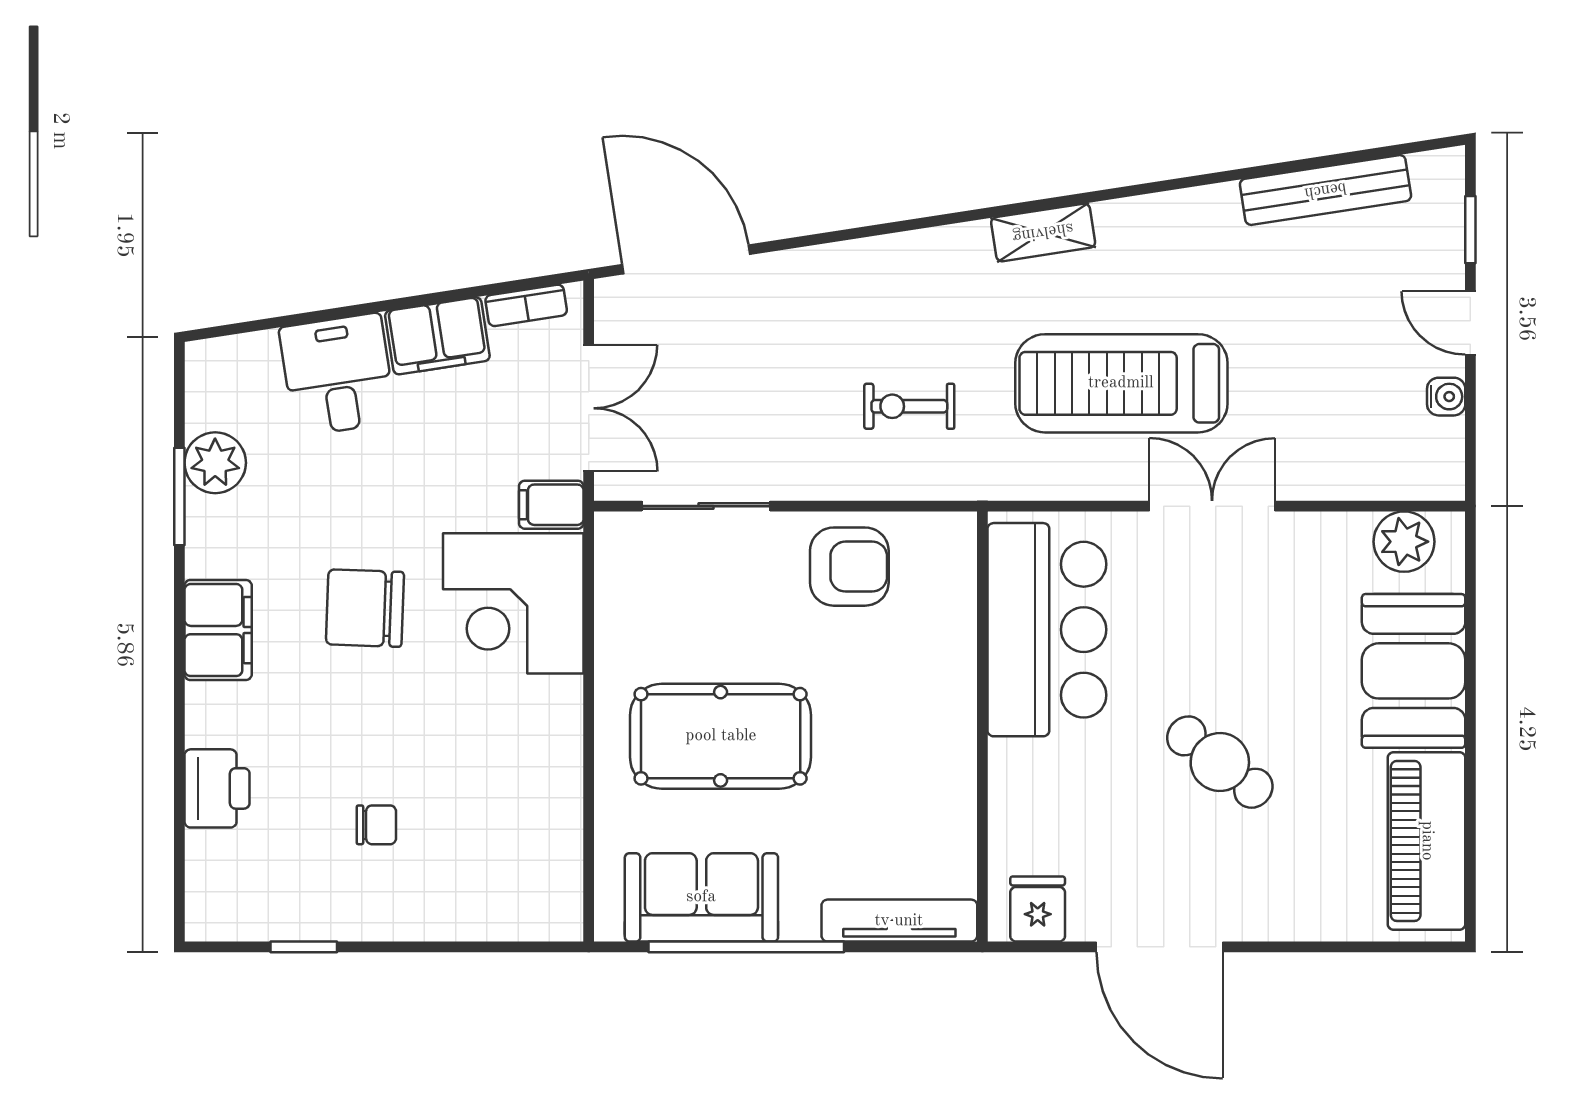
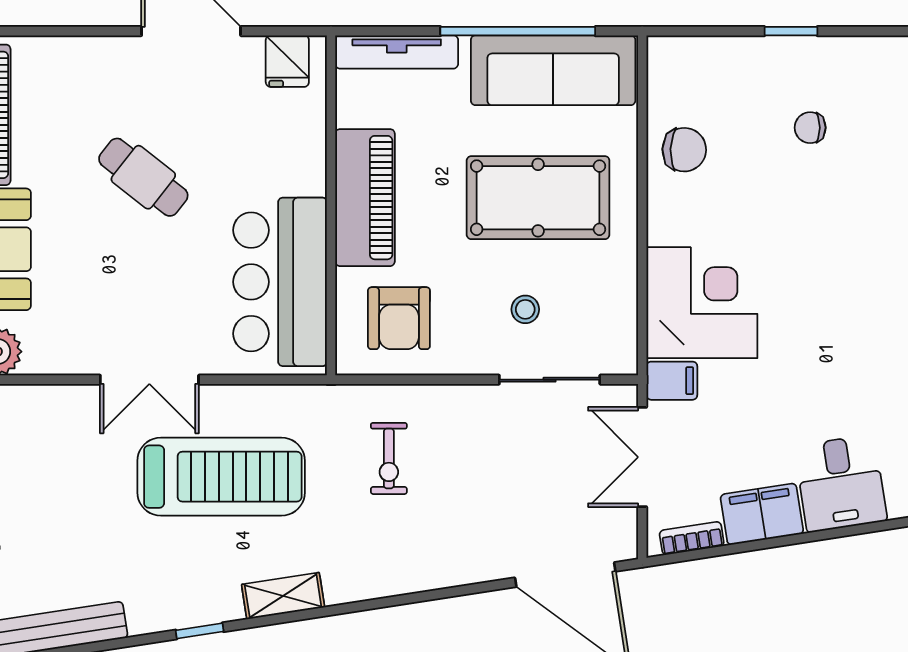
window: (1149, 188) -> (200, 631), added
exercise bike: (909, 406) -> (389, 458), turned 90
armchair: (849, 567) -> (399, 318), moved, turned -90
stool: (737, 595) -> (525, 309), added
chair: (365, 608) -> (684, 150), moved, width x0.73, depth x0.73
piano: (939, 736) -> (365, 198), added
sofa: (701, 897) -> (553, 70), width x1.36
window: (304, 947) -> (791, 31), moved

